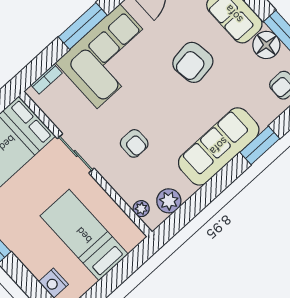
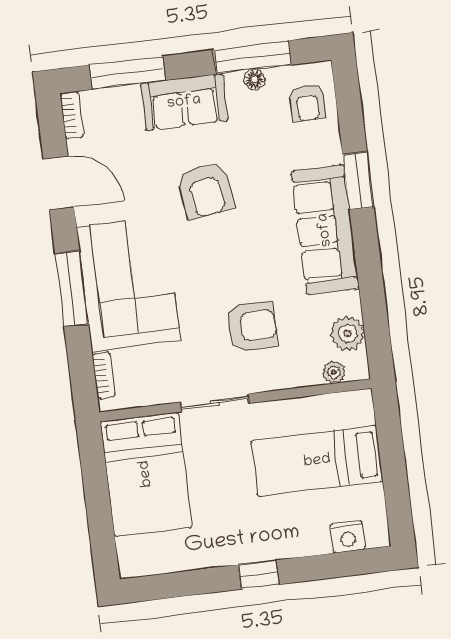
floor lamp: (266, 45) -> (254, 80), width x0.53, depth x0.53
armchair: (134, 143) -> (252, 326), width x1.38, depth x1.38

